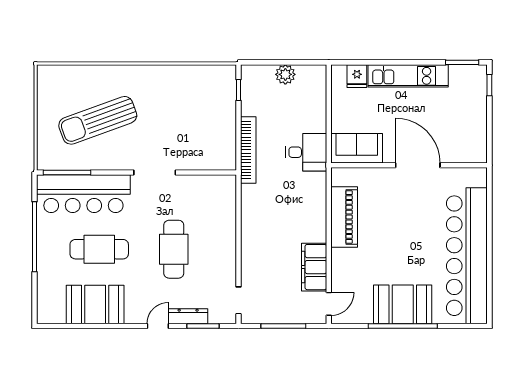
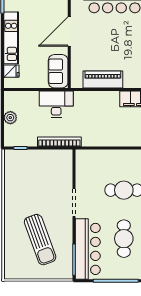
desk: (306, 152) -> (56, 104), width x1.37

